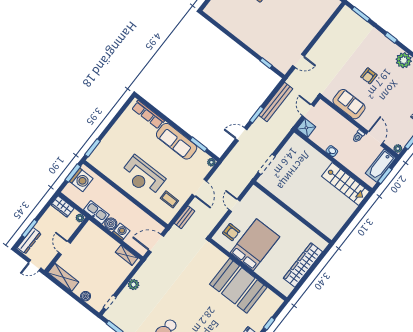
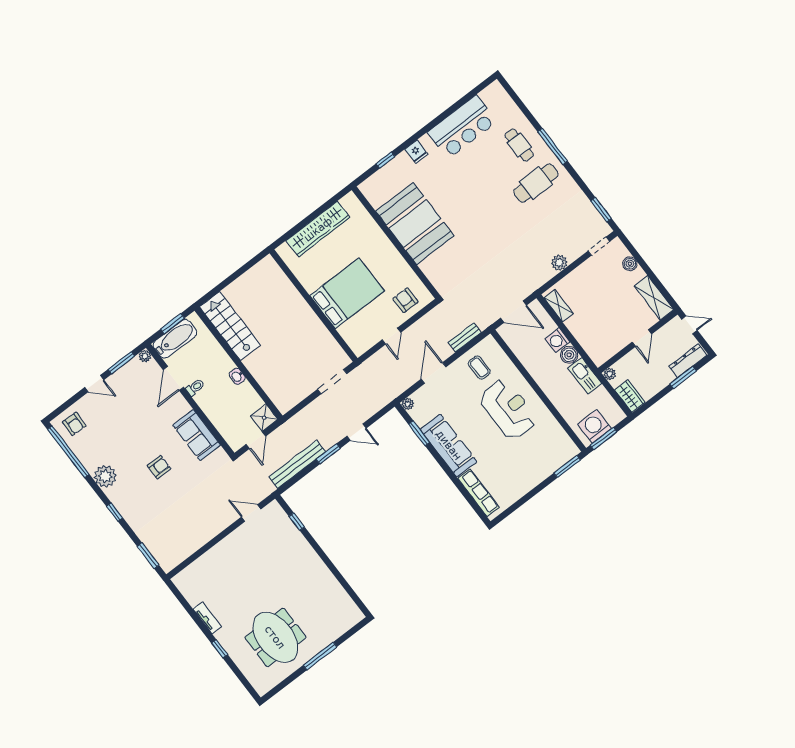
bed: (255, 245) -> (347, 293), moved, turned 180

